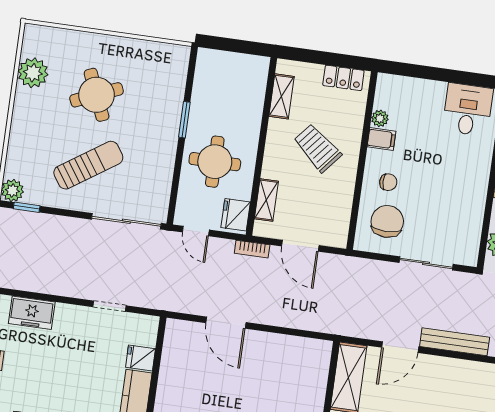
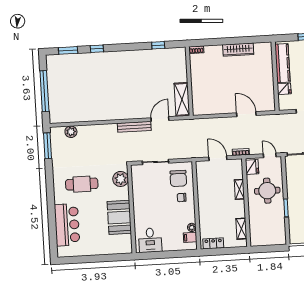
filing cabinet: (381, 139) -> (190, 237), moved
trolley: (317, 148) -> (219, 207), removed
shelving: (266, 200) -> (239, 189), moved

